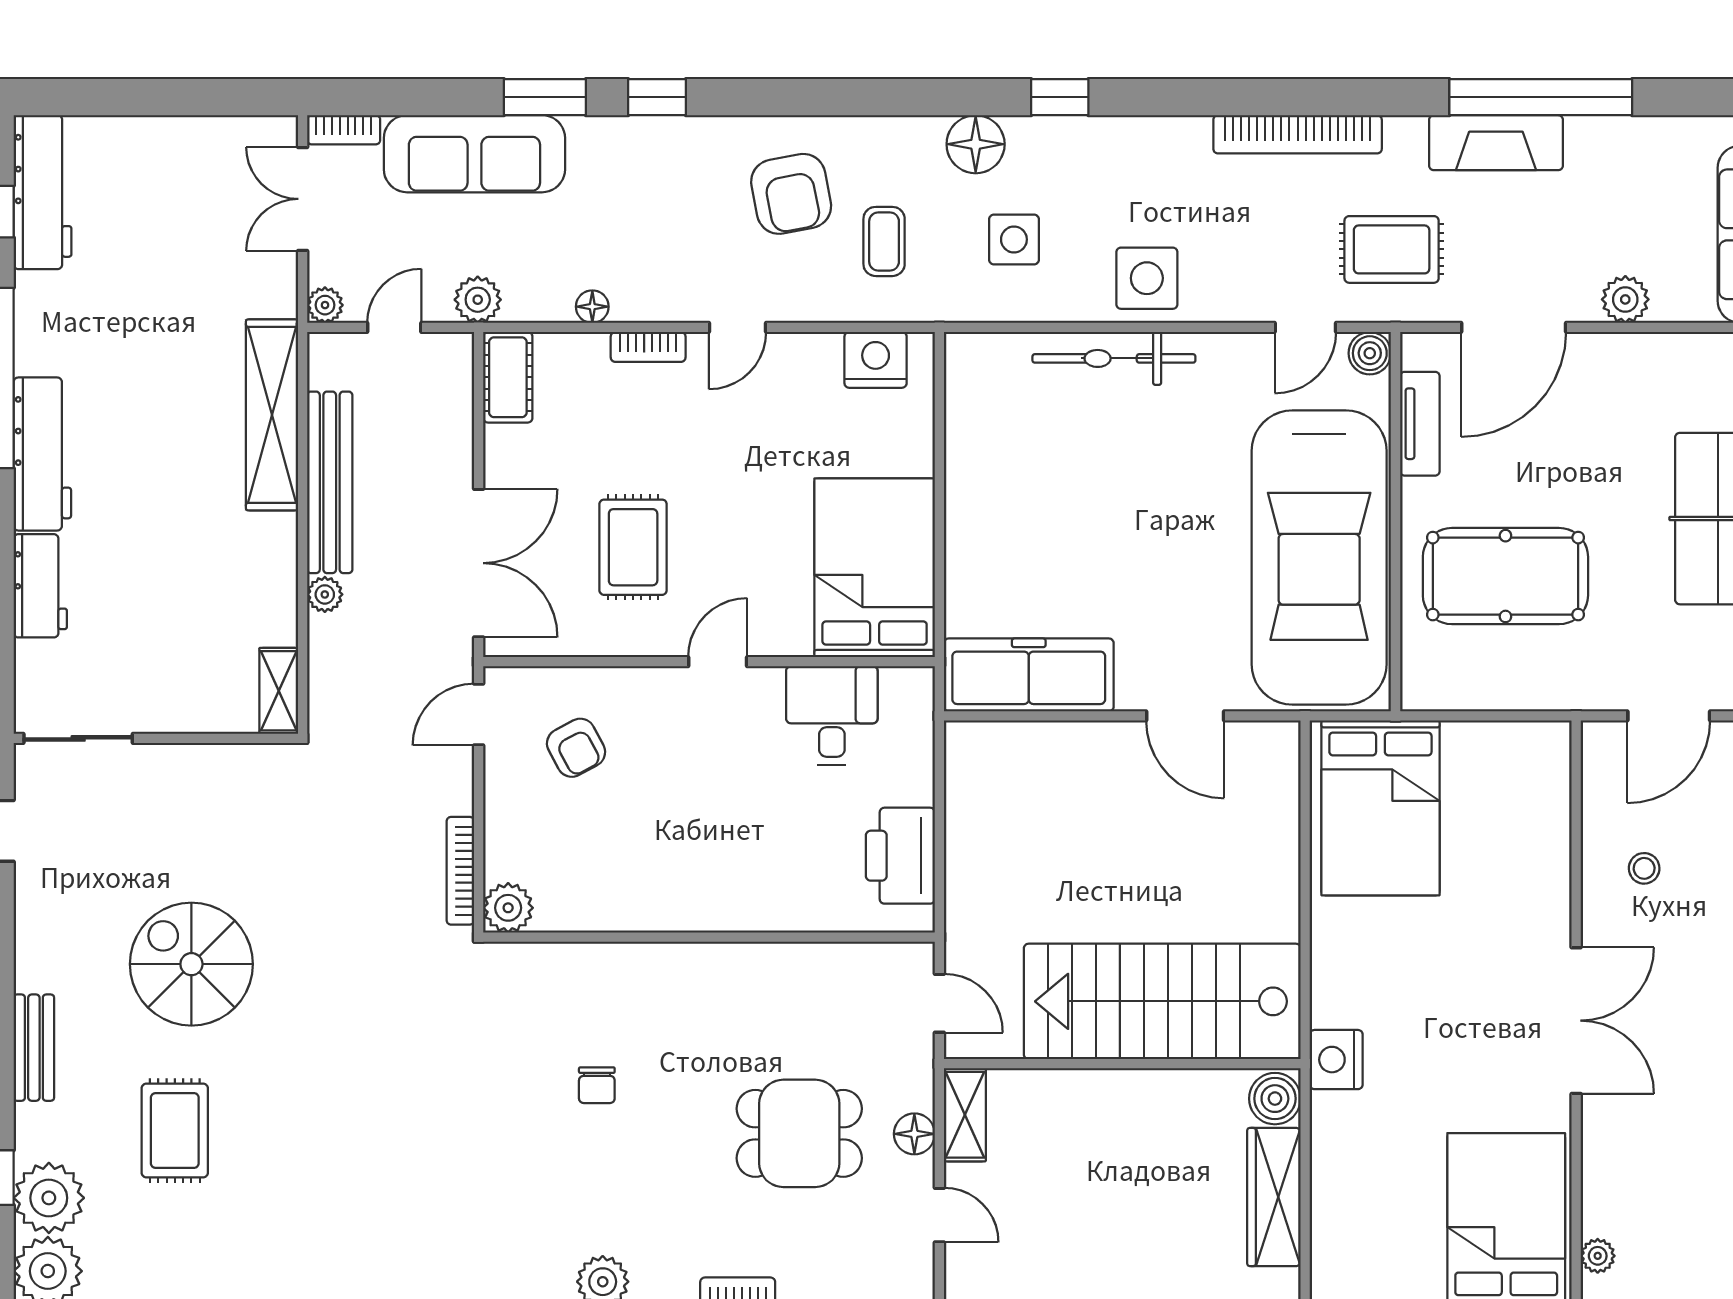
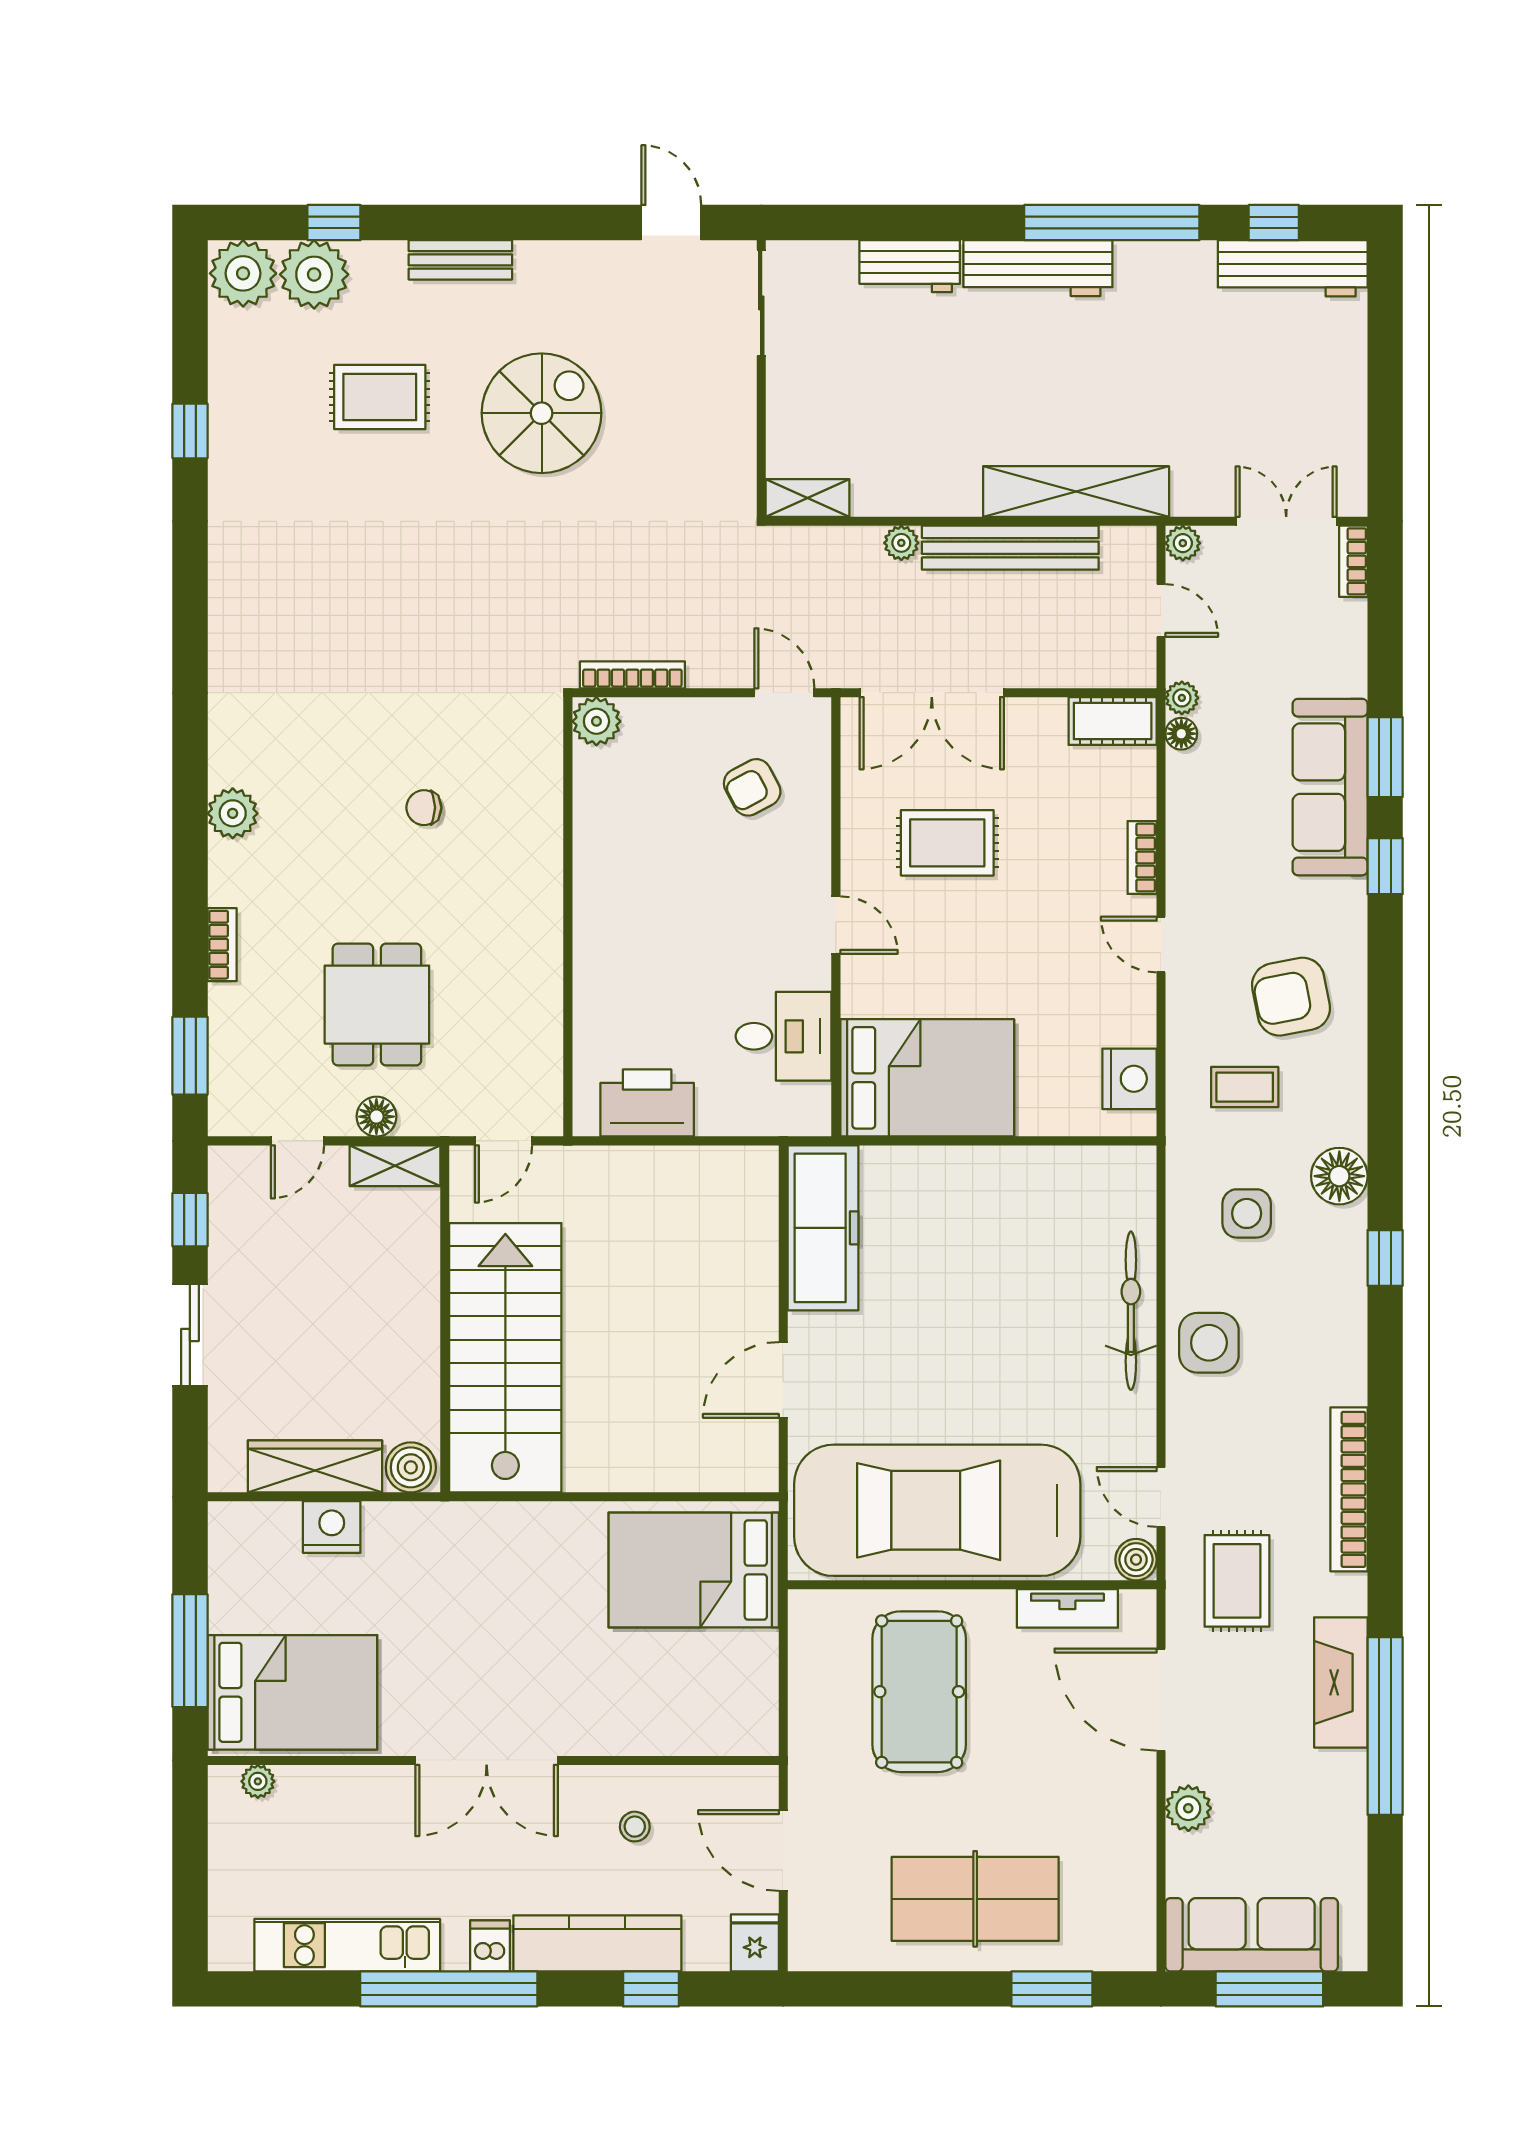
sofa: (474, 154) -> (1330, 787), moved
plant: (478, 300) -> (1182, 698), width x0.73, depth x0.73
floor lamp: (592, 307) -> (1181, 734), moved
nightstand: (1336, 1060) -> (332, 1527), moved

